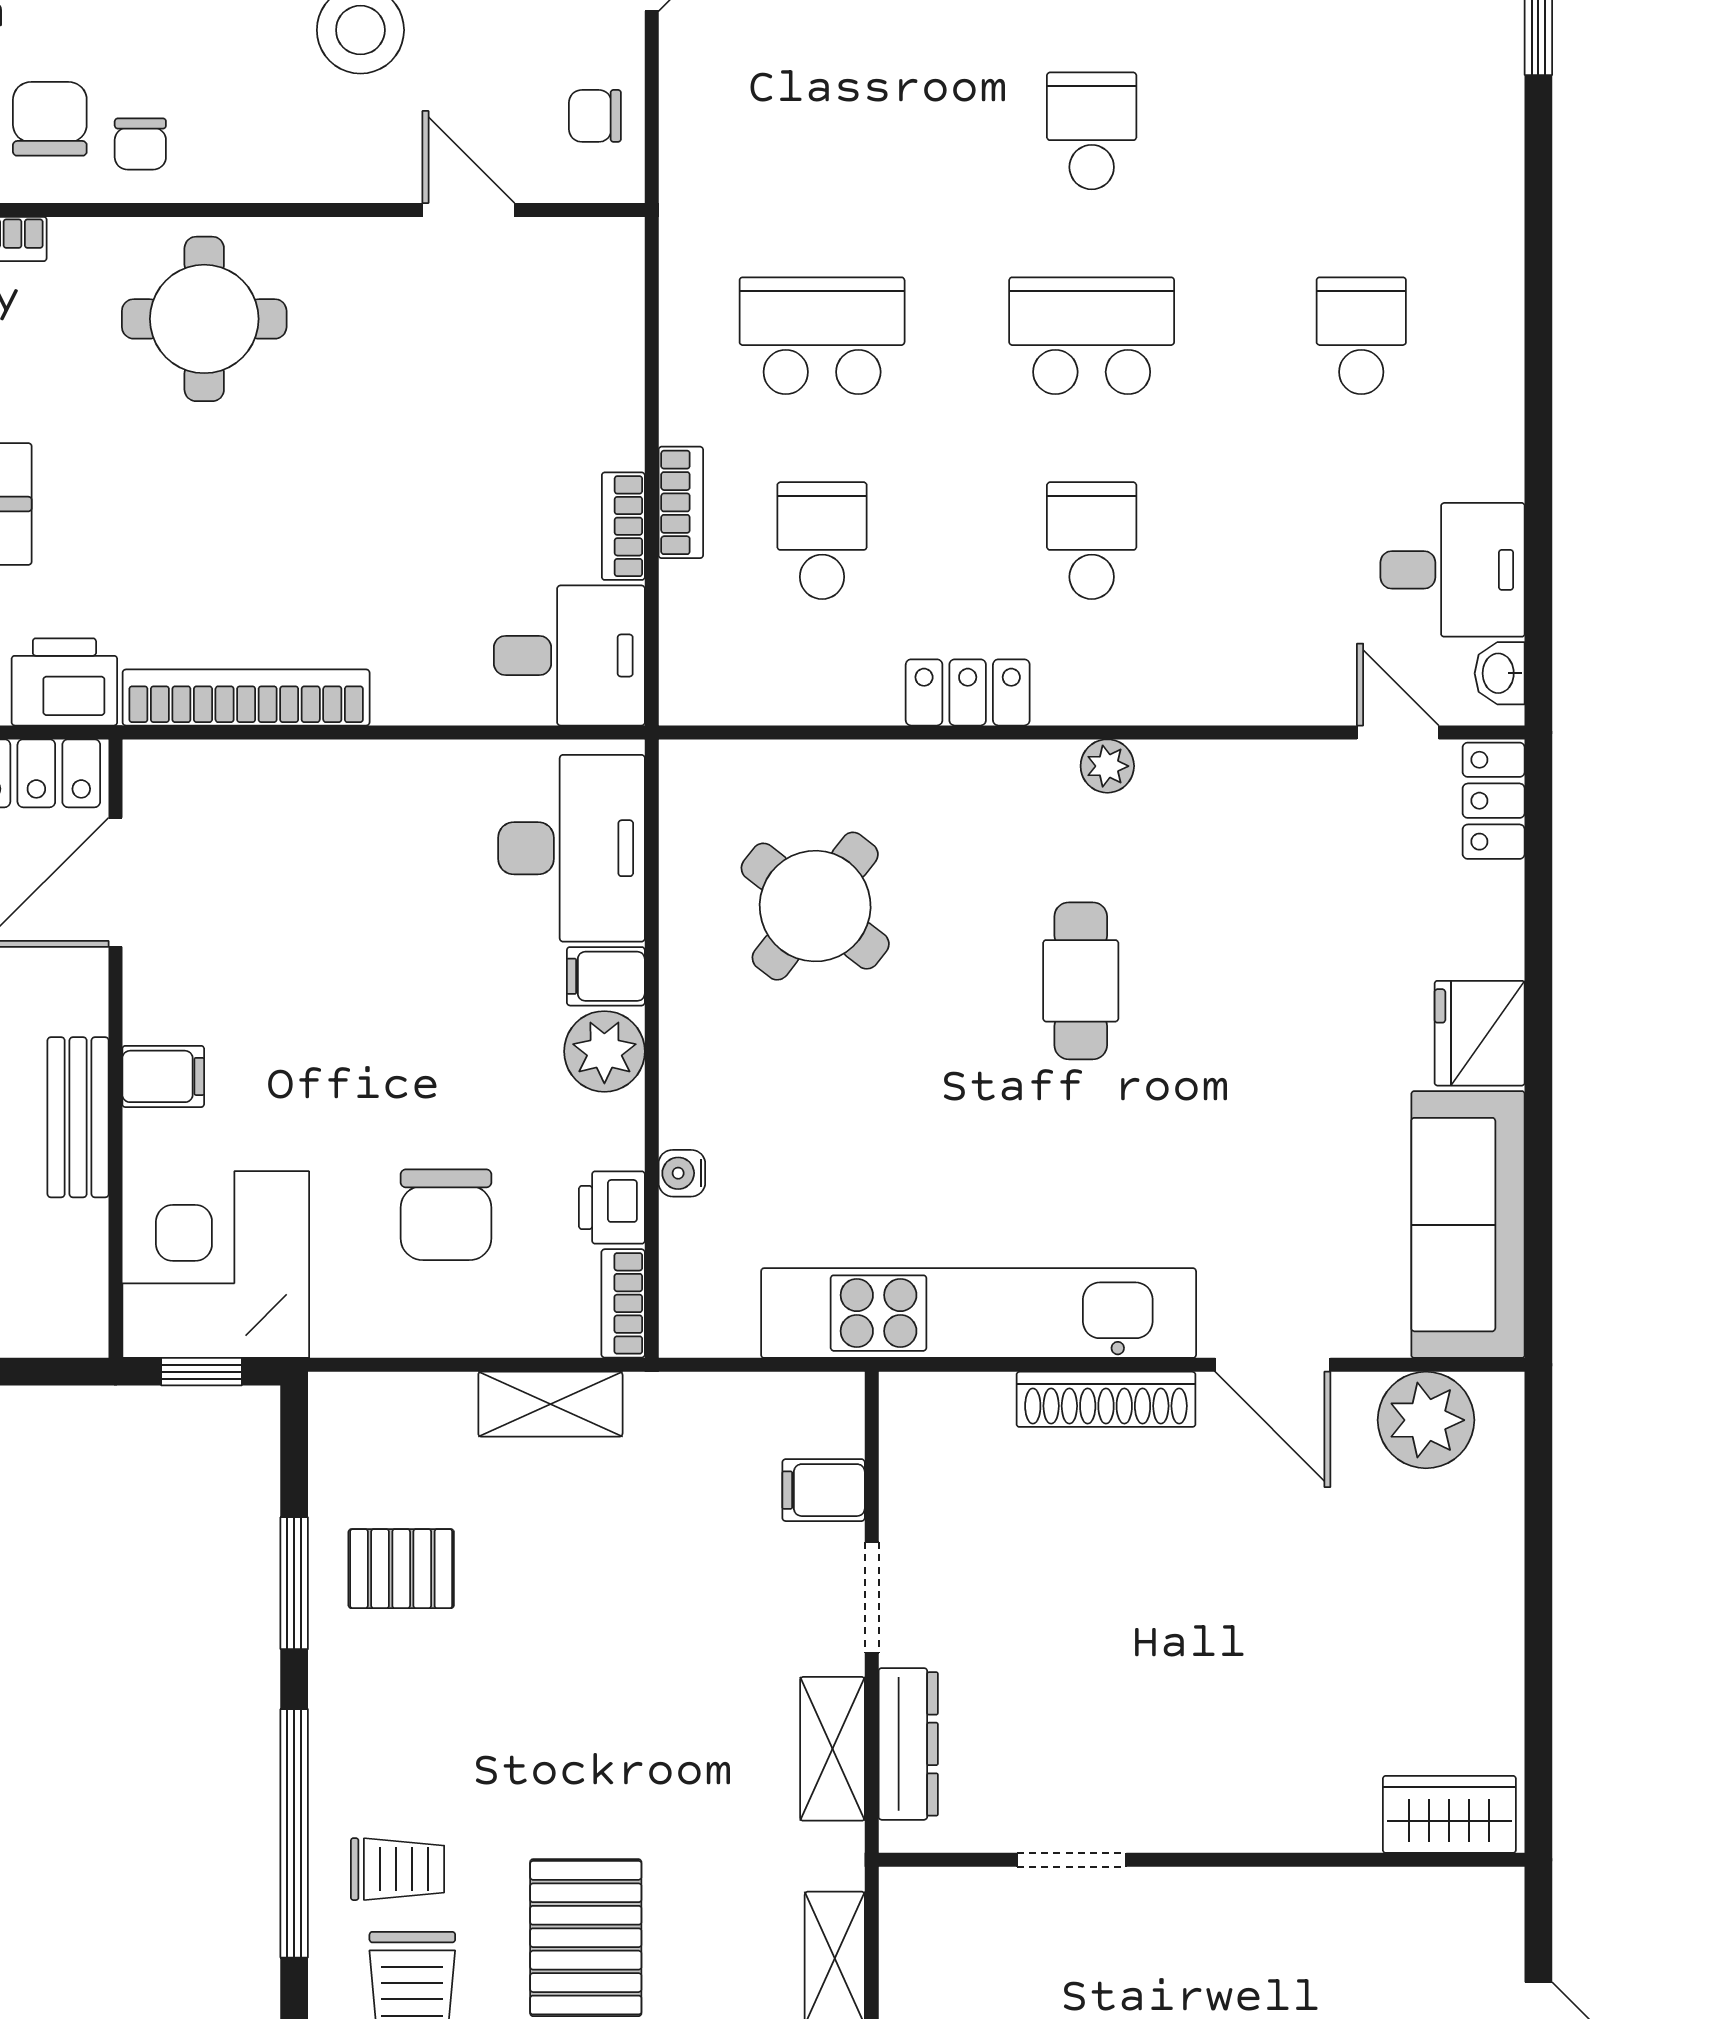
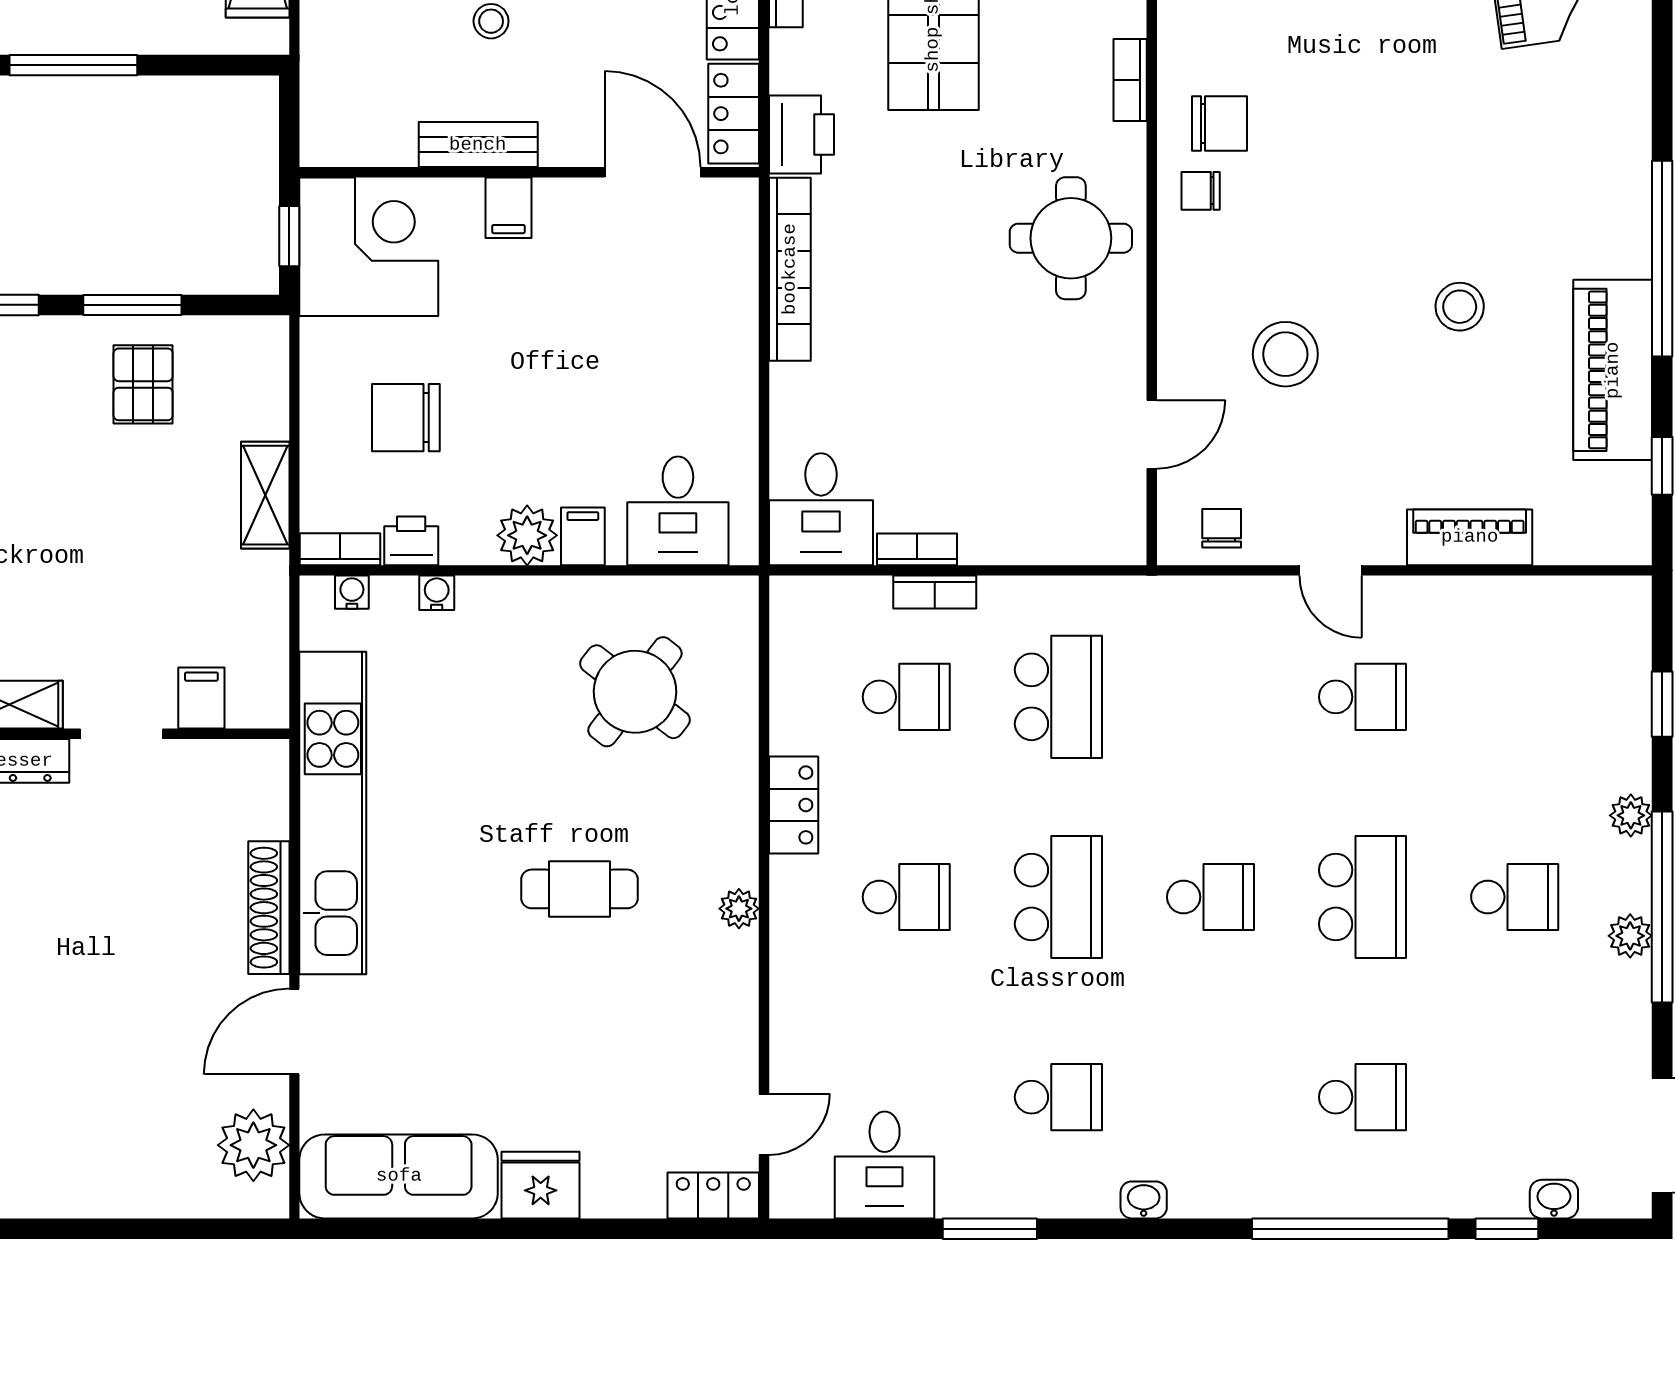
window: (1538, 428) -> (990, 1229), added
washbasin: (1500, 673) -> (1144, 1200), moved
desk: (571, 848) -> (678, 511), width x0.73
water cooler: (681, 1287) -> (352, 592), added

